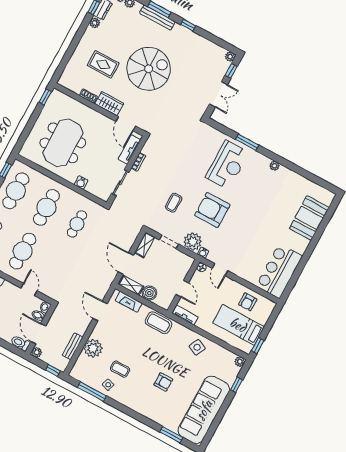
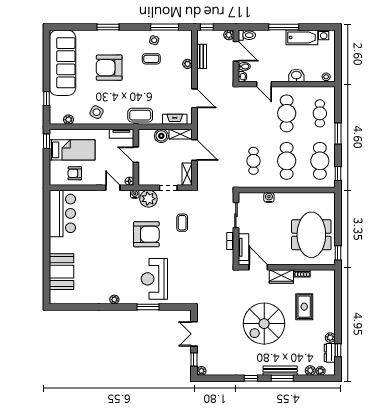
rug: (103, 64) -> (304, 307), turned 90
meeting table: (63, 143) -> (311, 235), moved
armchair: (248, 302) -> (75, 173), turned -90
plant: (93, 348) -> (188, 64), width x0.53, depth x0.53
plant: (240, 362) -> (68, 120), moved
armchair: (163, 382) -> (109, 68), width x1.88, depth x1.88
window: (171, 435) -> (108, 27), moved

